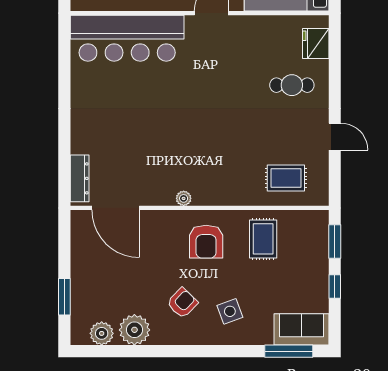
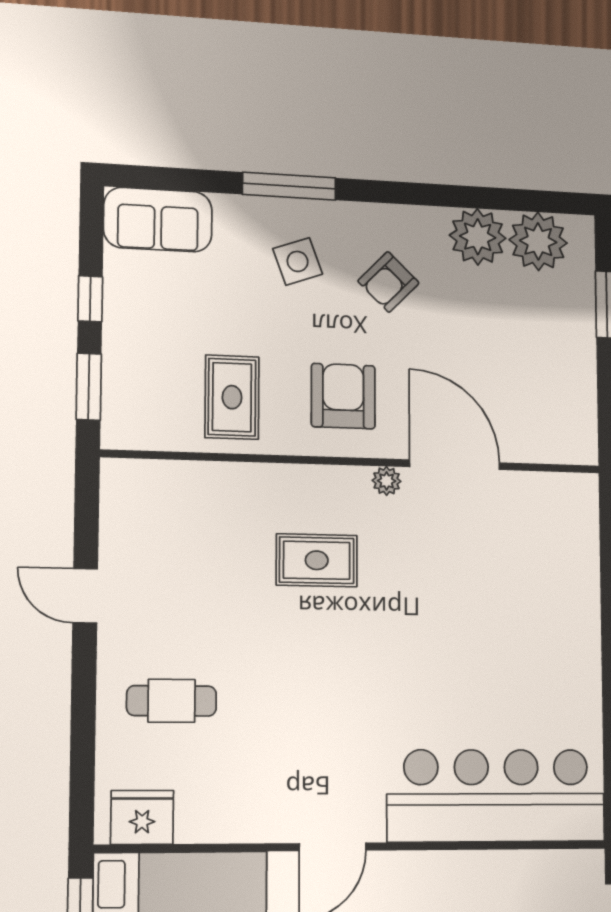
fridge: (316, 44) -> (142, 817), moved, turned -90
dresser: (80, 178) -> (583, 525), removed
rug: (286, 178) -> (317, 560), moved
door: (116, 208) -> (455, 465), moved
plant: (102, 333) -> (538, 241), width x1.36, depth x1.36
window: (289, 351) -> (289, 186), moved

